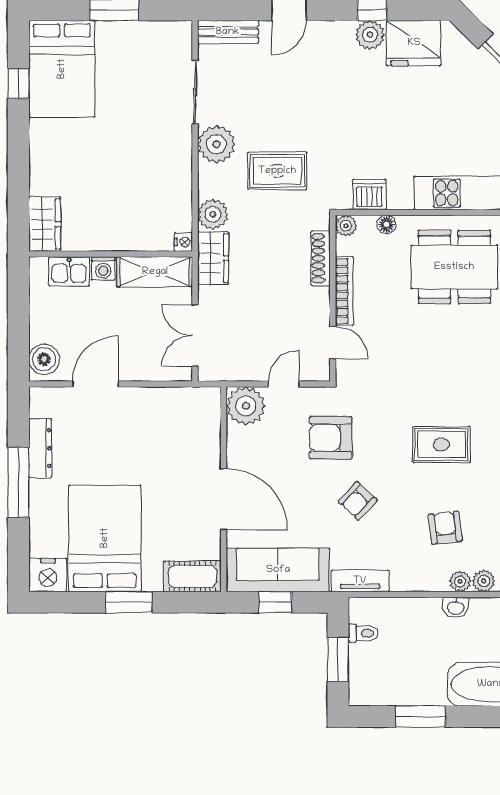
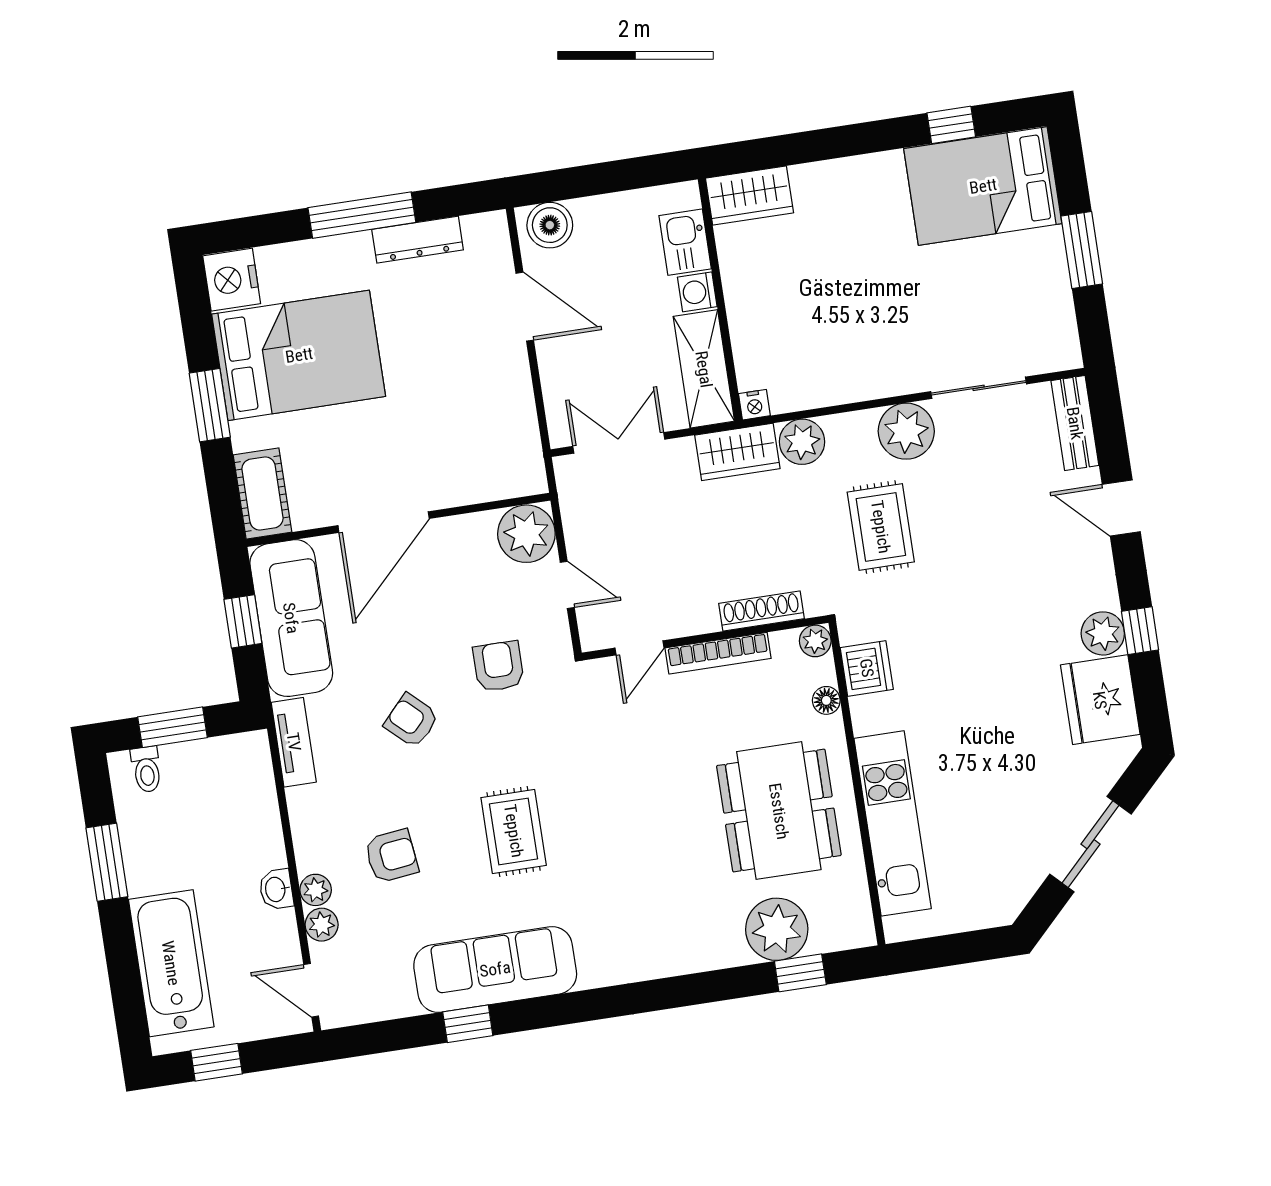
armchair: (331, 438) -> (498, 666), width x0.72, depth x0.72
toilet: (363, 633) -> (146, 769), moved

